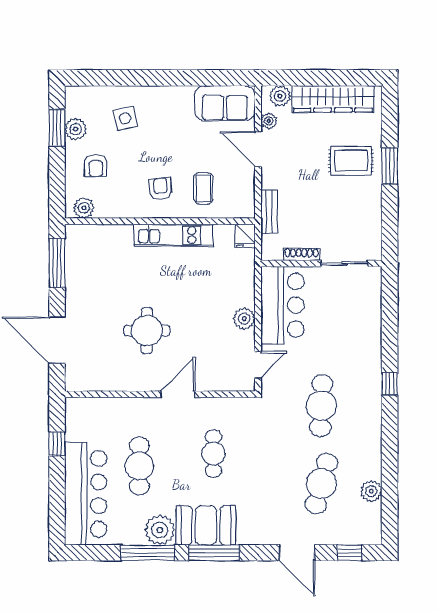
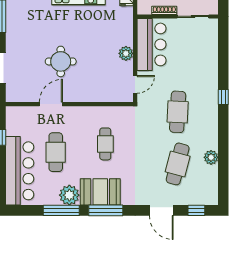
door: (178, 394) -> (51, 104), moved
plant: (371, 491) -> (211, 157), moved

